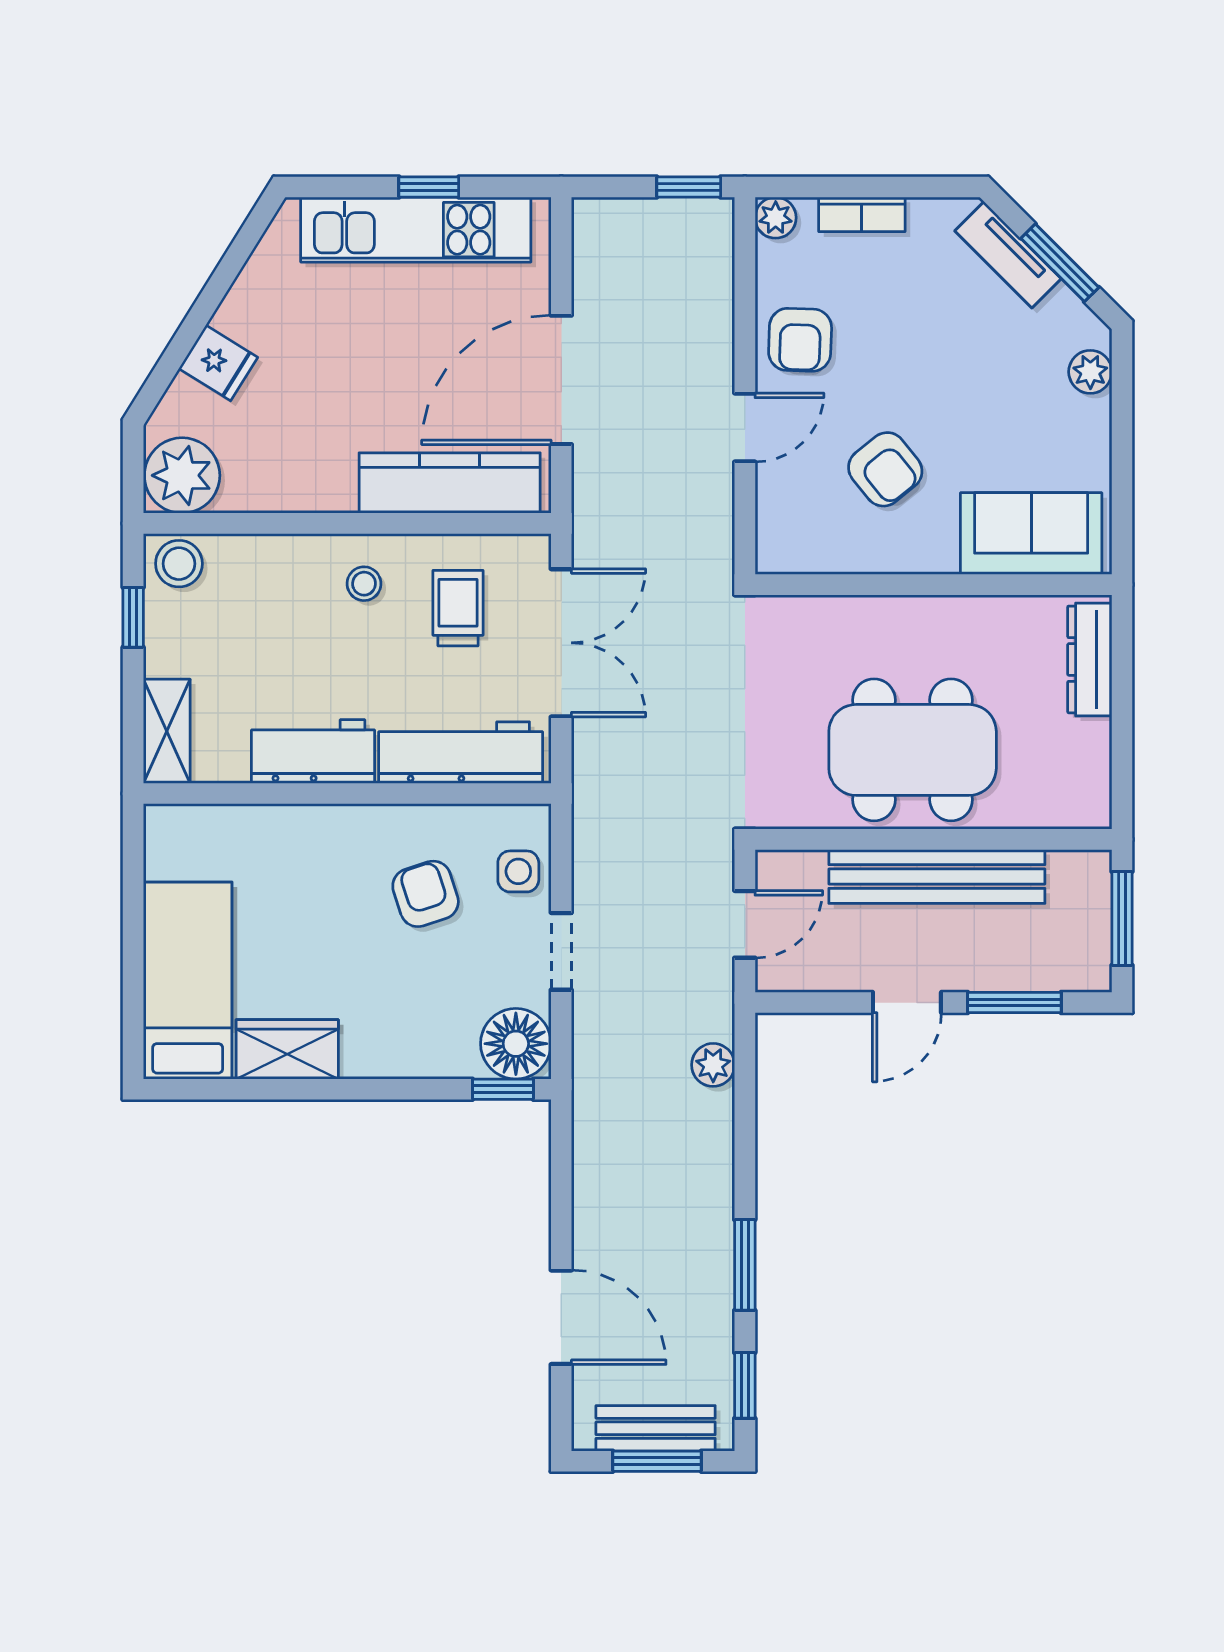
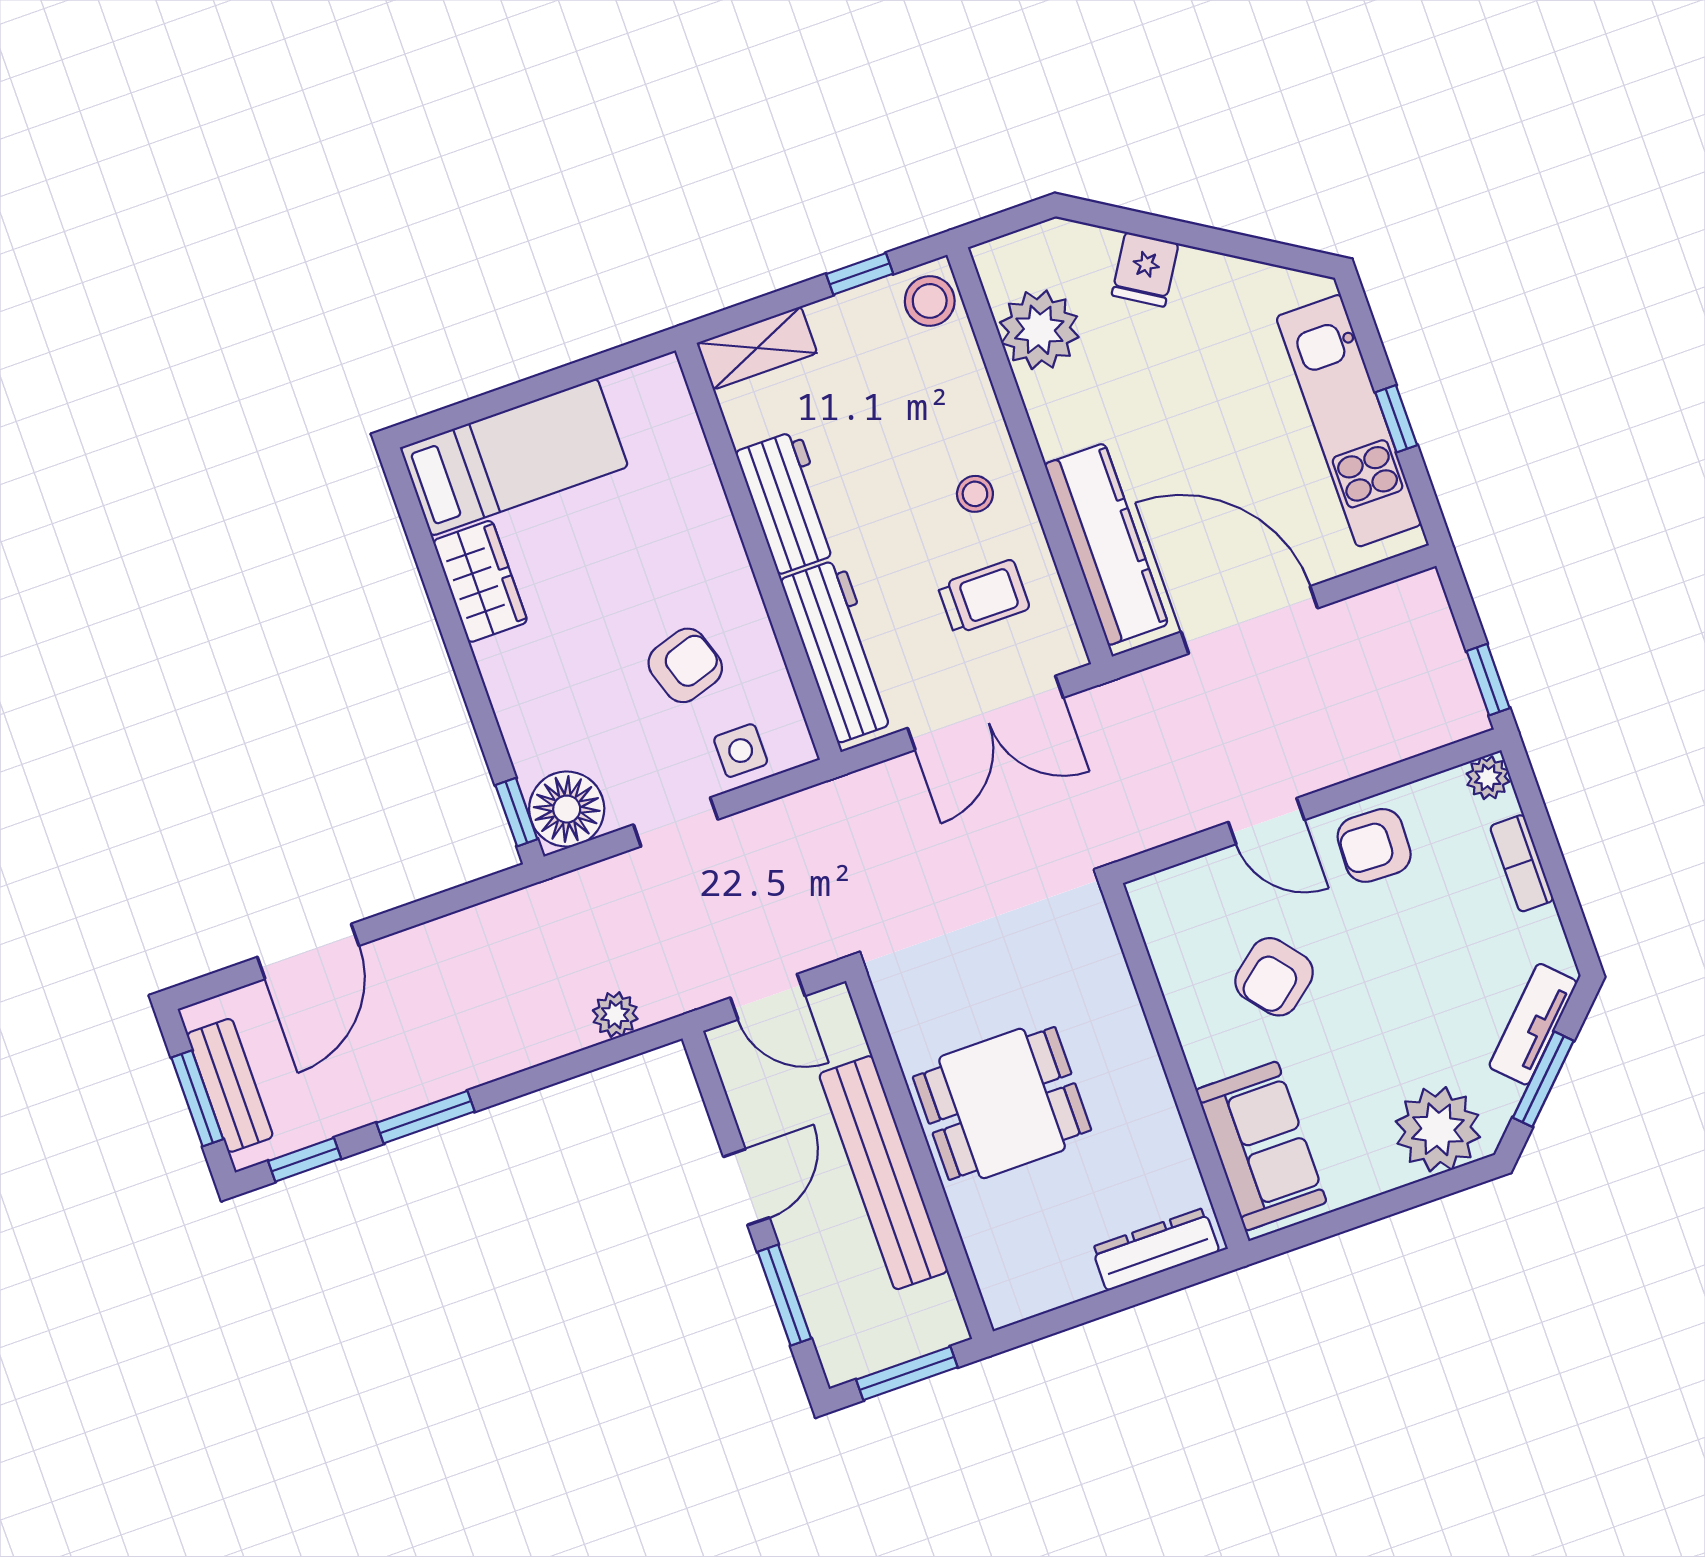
plant: (1090, 372) -> (1438, 1129), width x1.87, depth x1.87
plant: (182, 475) -> (1039, 330), moved
dining table: (913, 750) -> (1002, 1103), width x0.73
door: (907, 1003) -> (746, 1187), swing flipped

